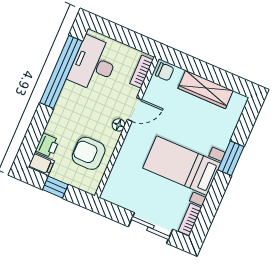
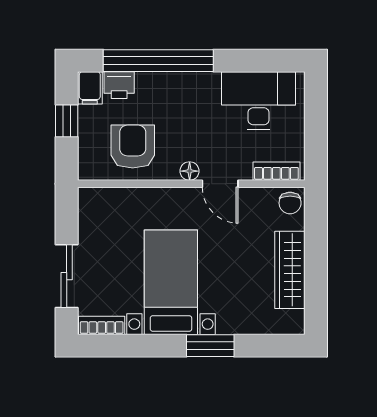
window: (61, 72) -> (158, 61), moved

